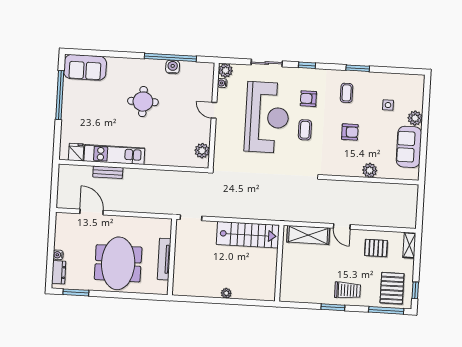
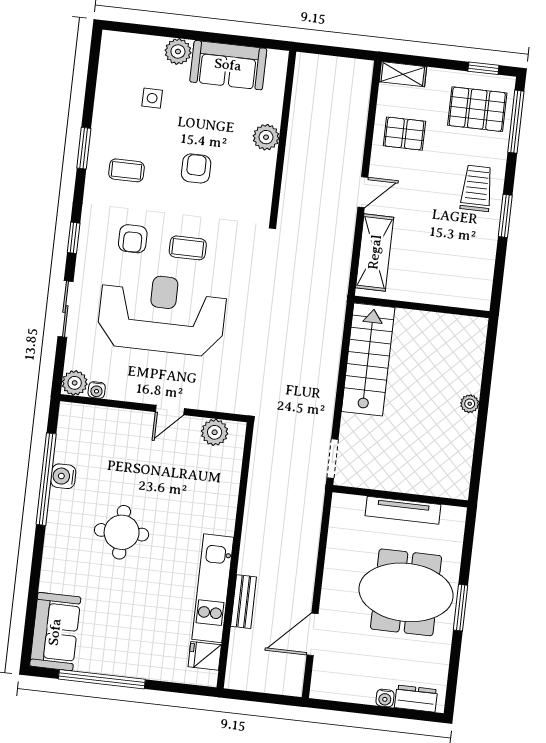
door: (214, 110) -> (170, 410), moved
pallet: (376, 248) -> (404, 134), turned 90
window: (76, 292) -> (461, 608), moved

